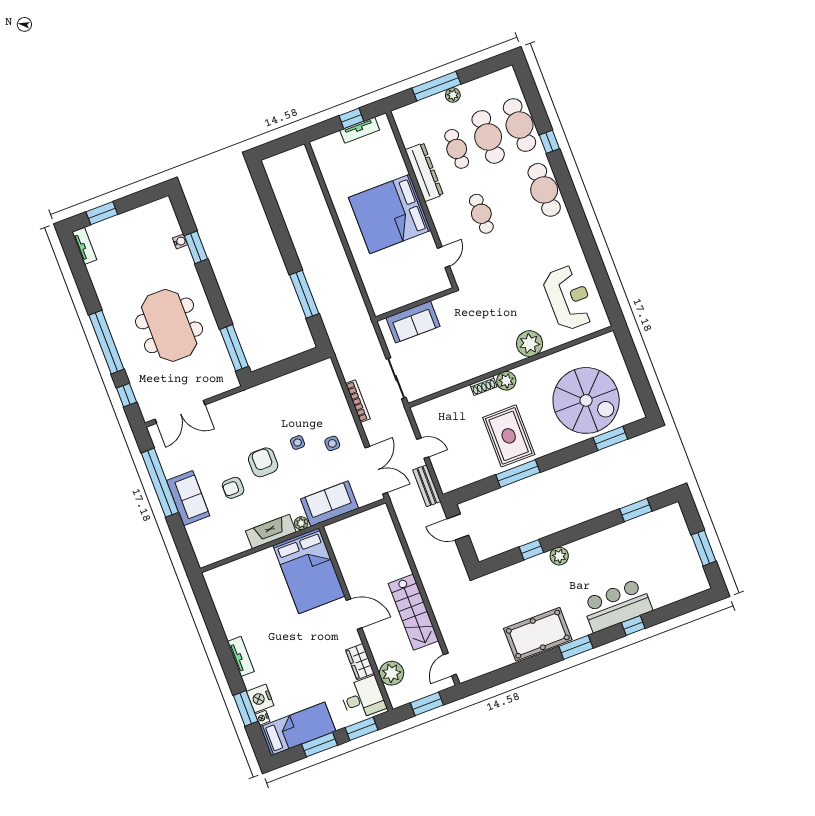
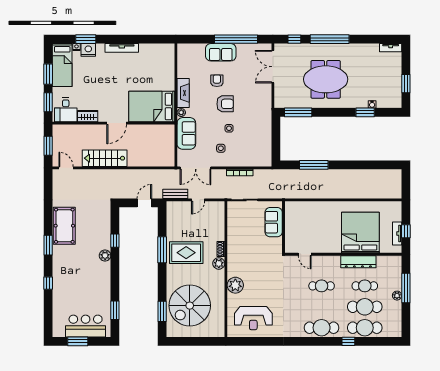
window: (102, 213) -> (406, 84), moved
bed: (390, 214) -> (360, 233), moved
bar counter: (617, 605) -> (86, 326), moved, turned -90
tv unit: (241, 656) -> (122, 48), width x1.41
plant: (392, 673) -> (74, 132), removed

